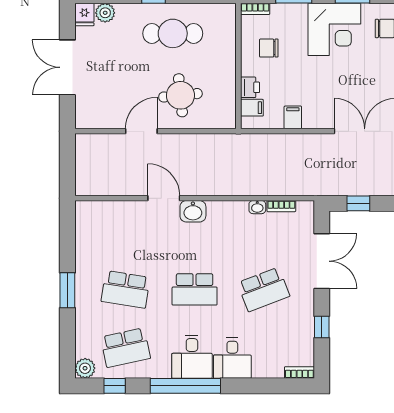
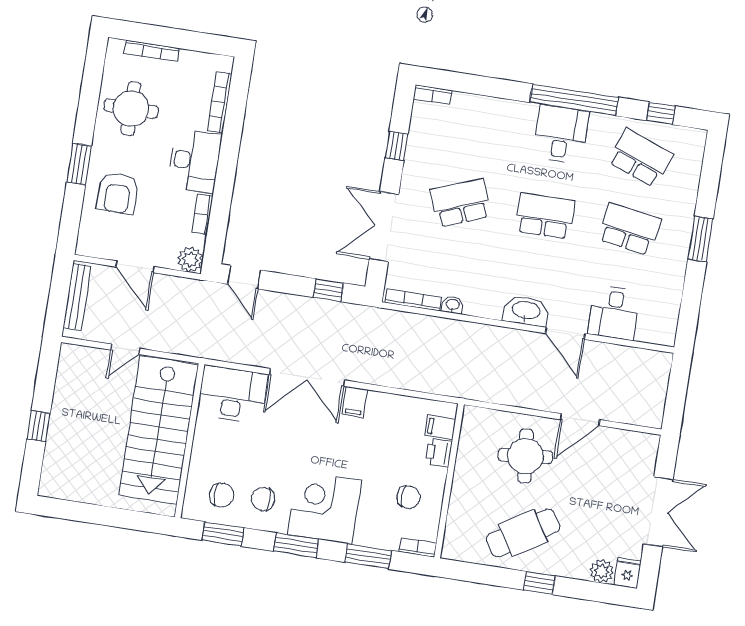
cafe table: (173, 33) -> (523, 533), turned -32
filing cabinet: (293, 117) -> (355, 402), moved
bookcase: (281, 206) -> (413, 300), width x1.56
washbasin: (193, 211) -> (526, 311), width x1.38
school desk: (126, 348) -> (640, 158), turned 33
desk: (232, 358) -> (614, 313), moved, turned 180
plant: (85, 368) -> (694, 140), removed

